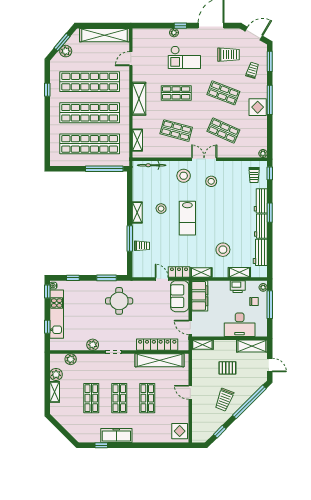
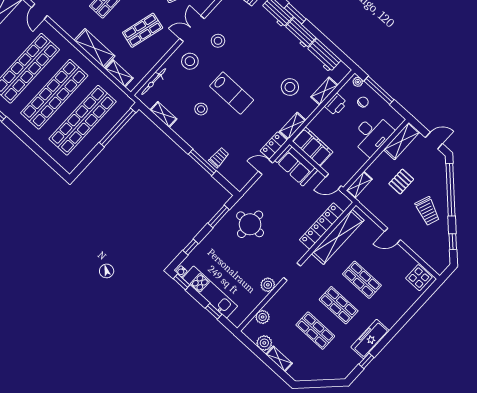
shelving: (139, 99) -> (94, 48), moved
shelving: (137, 212) -> (163, 114), moved

